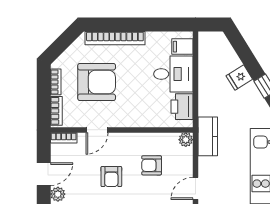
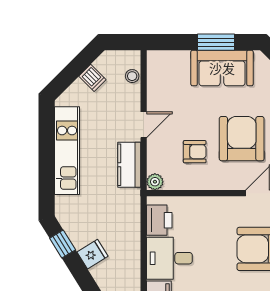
kitchen counter: (208, 136) -> (129, 165), moved
armchair: (111, 177) -> (242, 139), width x1.88, depth x1.88

